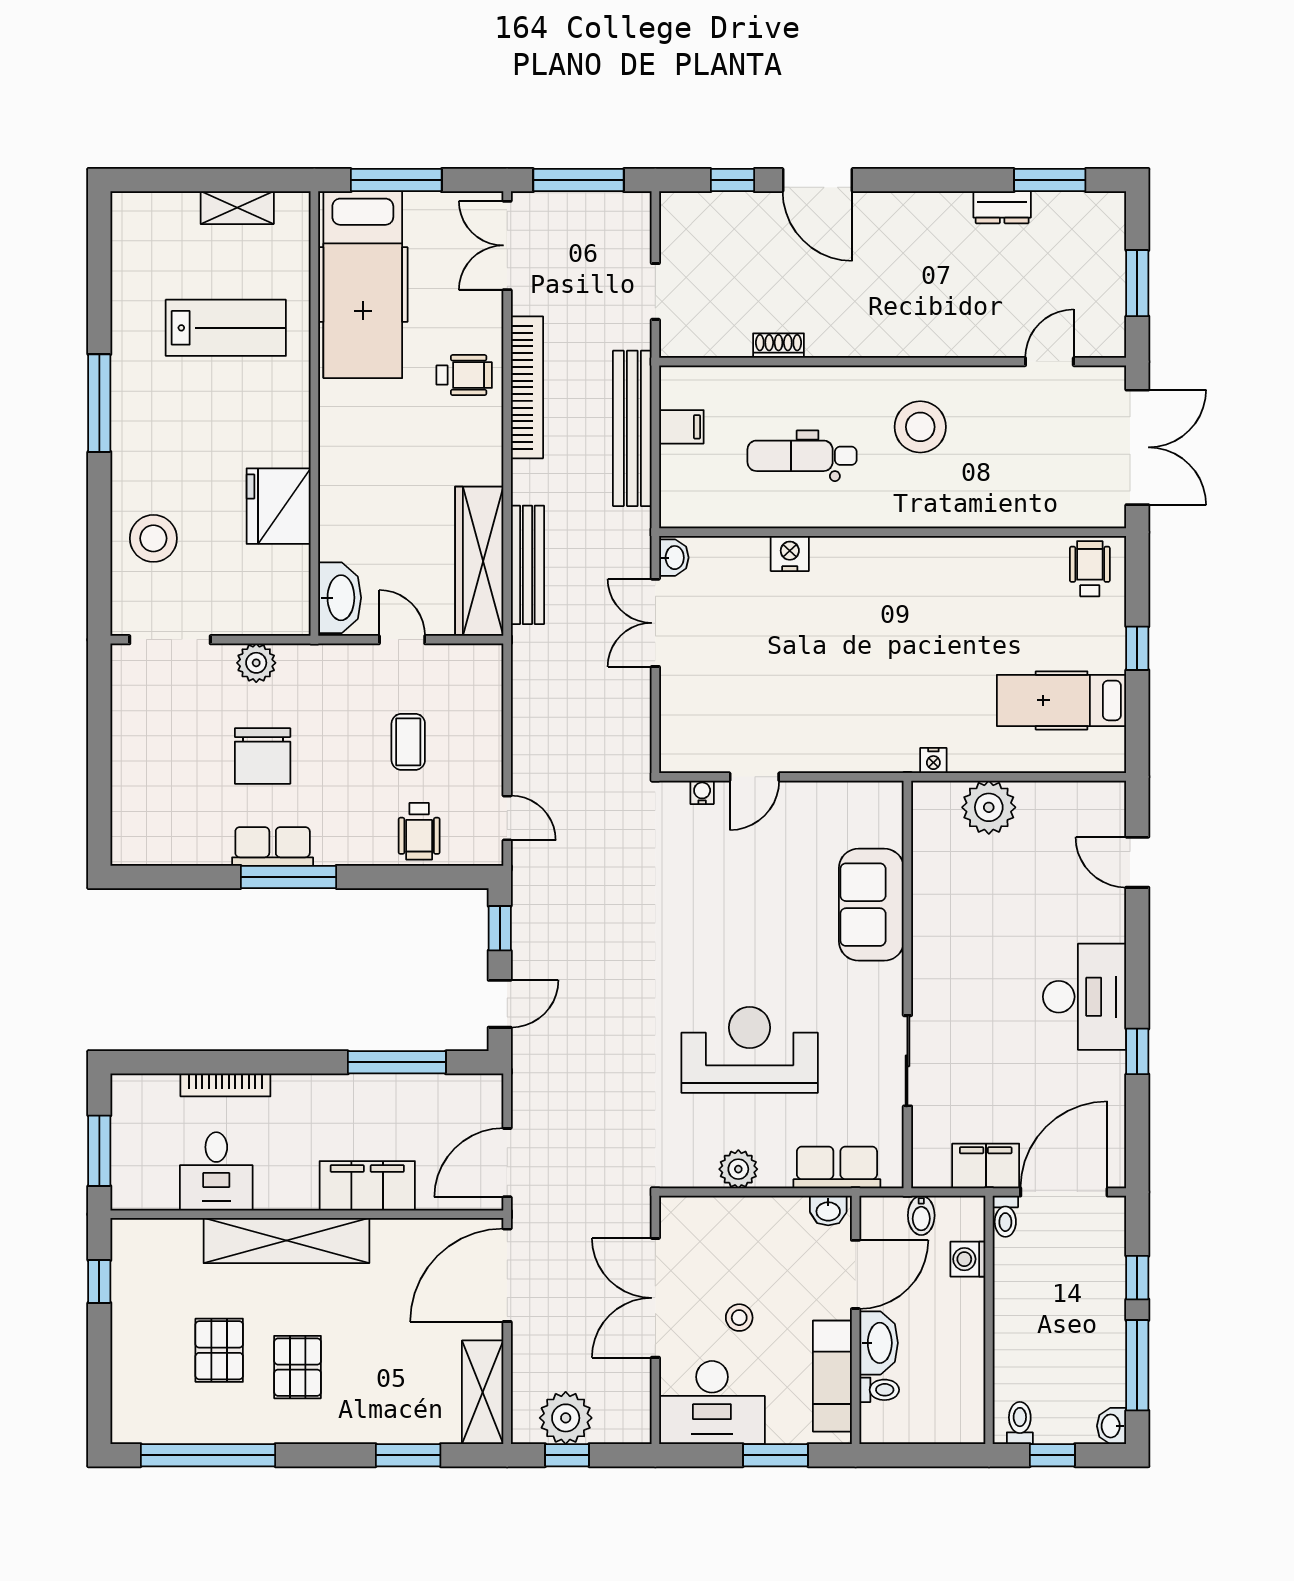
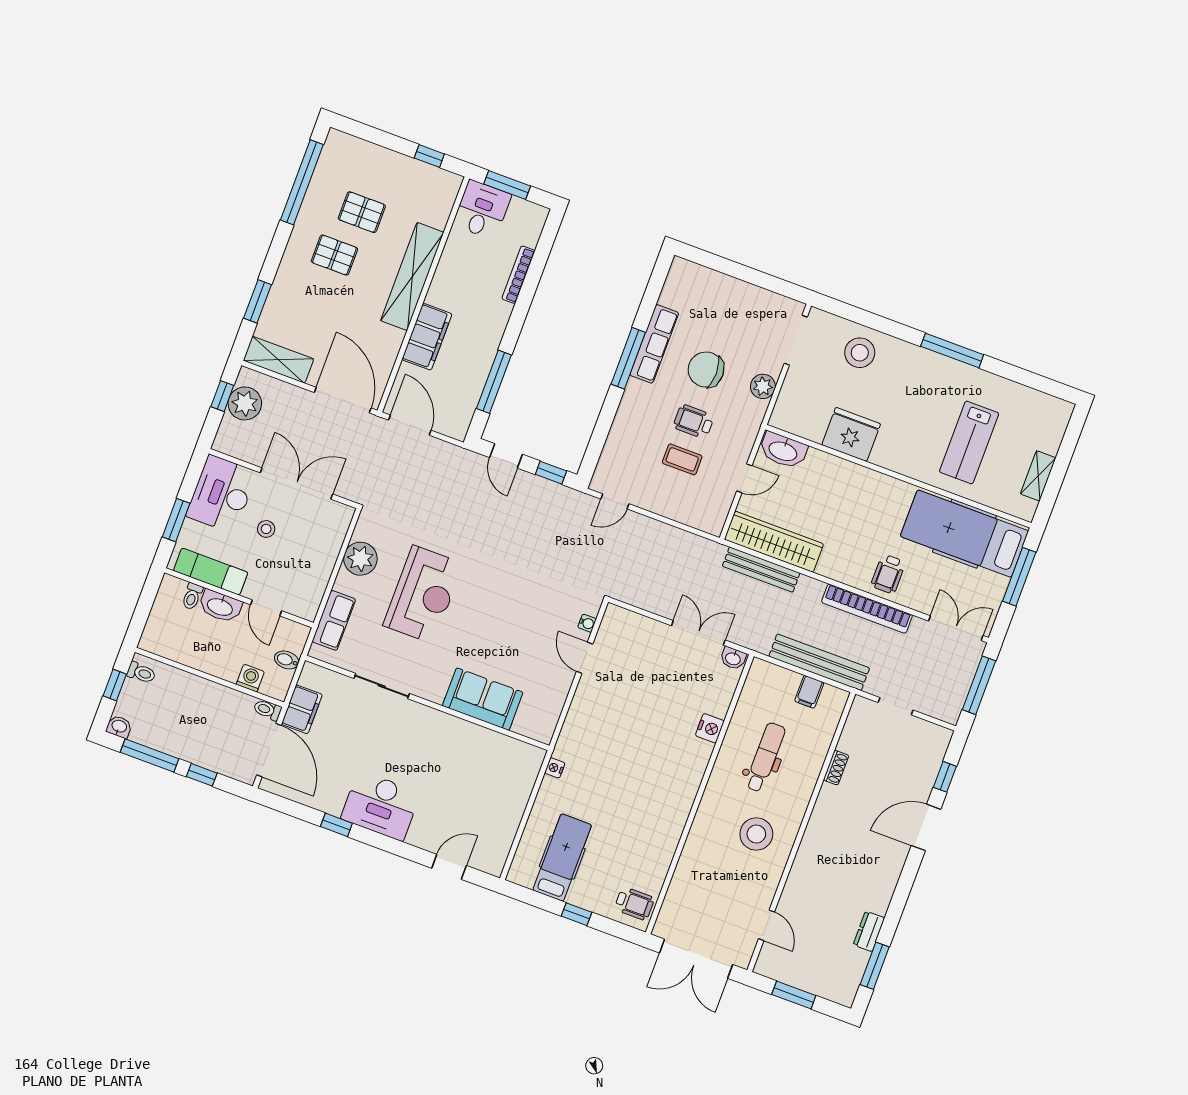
plant: (989, 807) -> (515, 791), removed
wheelchair: (419, 831) -> (694, 421), moved
row of seats: (273, 846) -> (654, 344), width x1.48
plant: (738, 1169) -> (360, 559), width x1.36, depth x1.36
desk: (216, 1171) -> (482, 210), moved, turned 90
washbasin: (828, 1211) -> (310, 606), removed
door: (856, 1274) -> (266, 608), width x0.73

